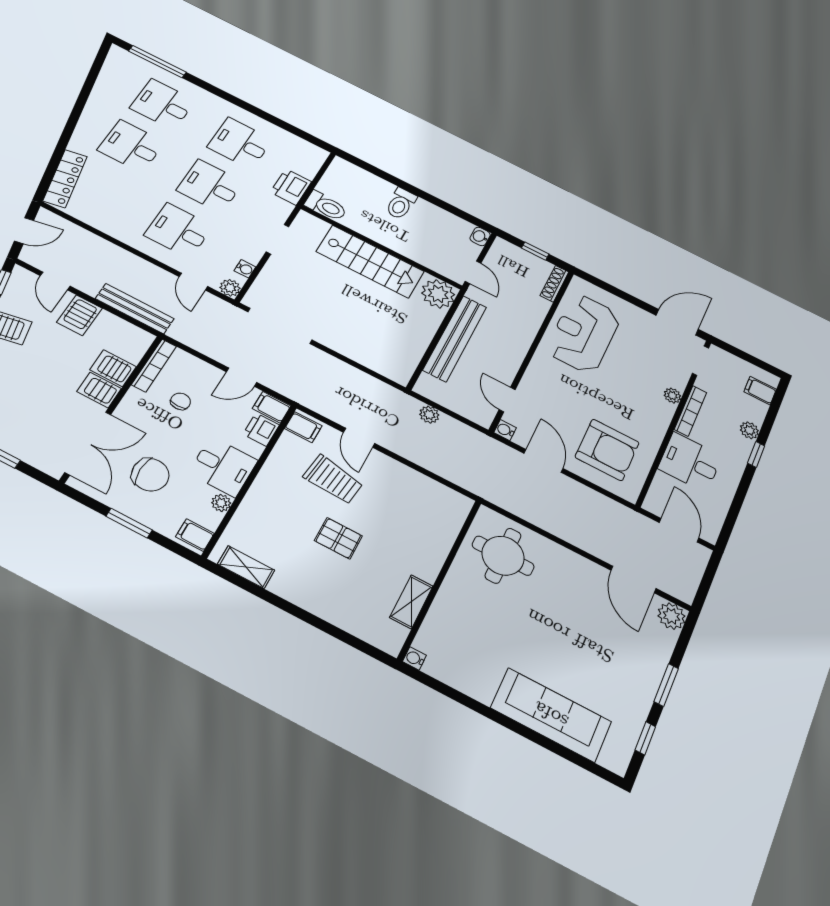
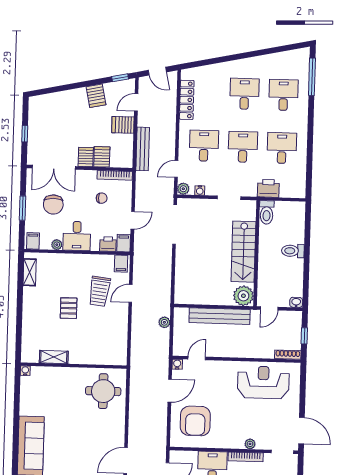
locker: (65, 179) -> (187, 100), moved, turned -78
door: (241, 377) -> (133, 220), swing flipped

